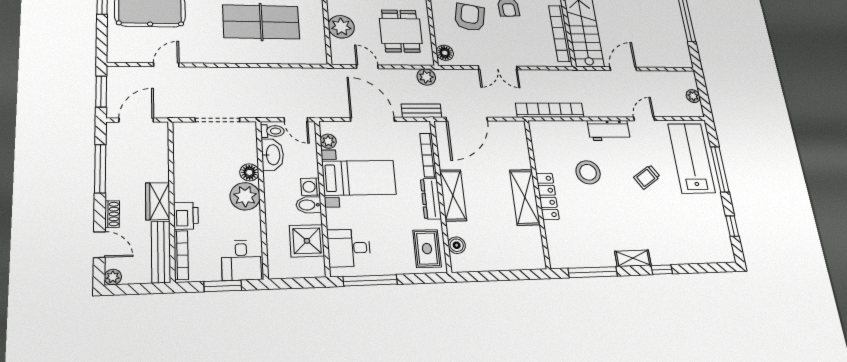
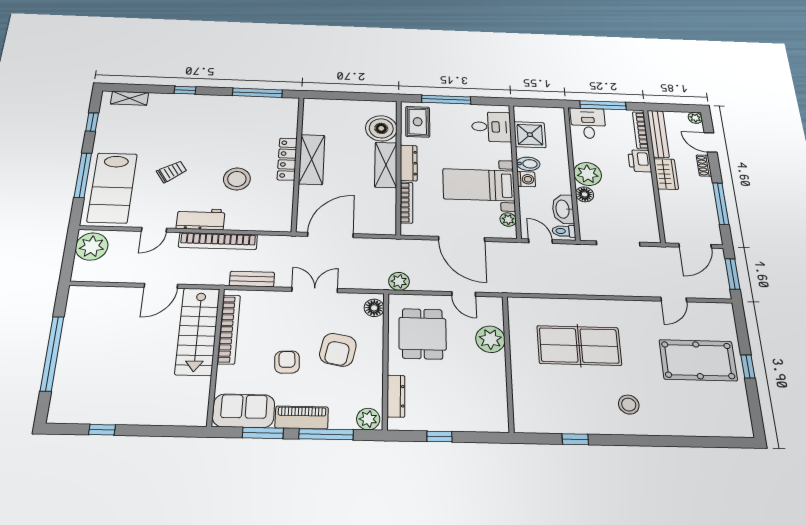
plant: (693, 96) -> (92, 247), width x1.88, depth x1.88
bookcase: (550, 110) -> (218, 241), moved
bench: (421, 111) -> (252, 279), moved
door: (467, 119) -> (330, 235), moved
boiler: (457, 245) -> (381, 128), width x1.86, depth x1.86
shelving: (633, 258) -> (130, 98), moved
window: (370, 280) -> (446, 100), moved
window: (223, 286) -> (603, 105), width x1.44

